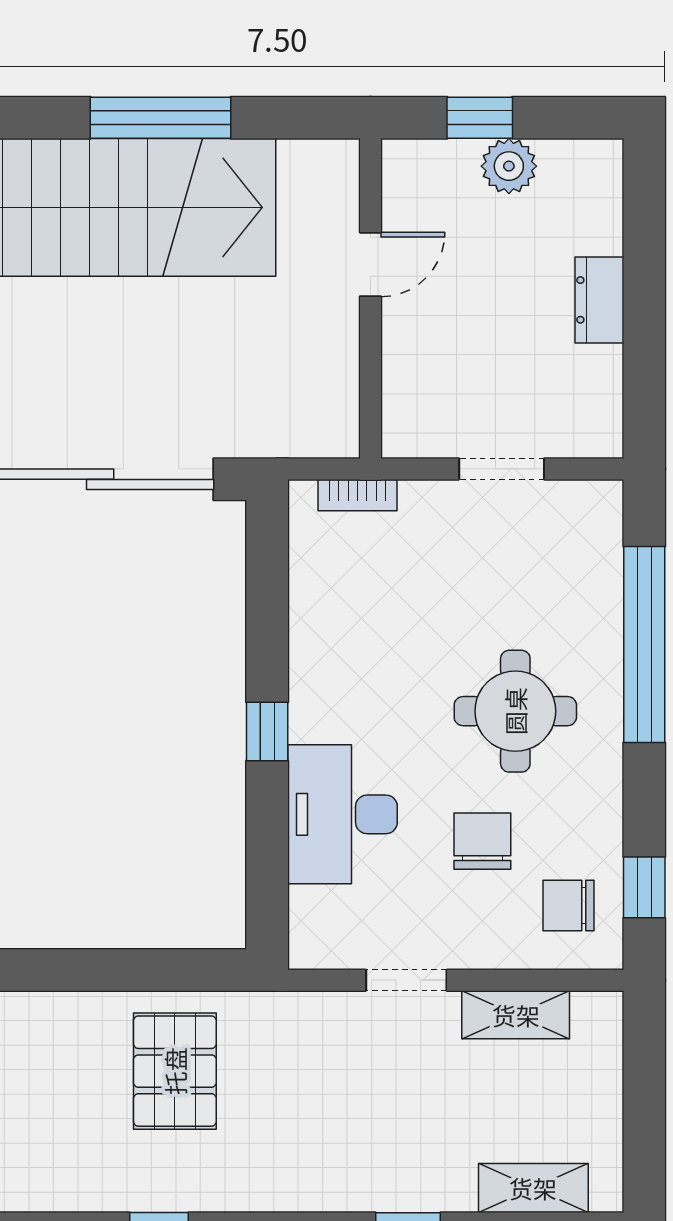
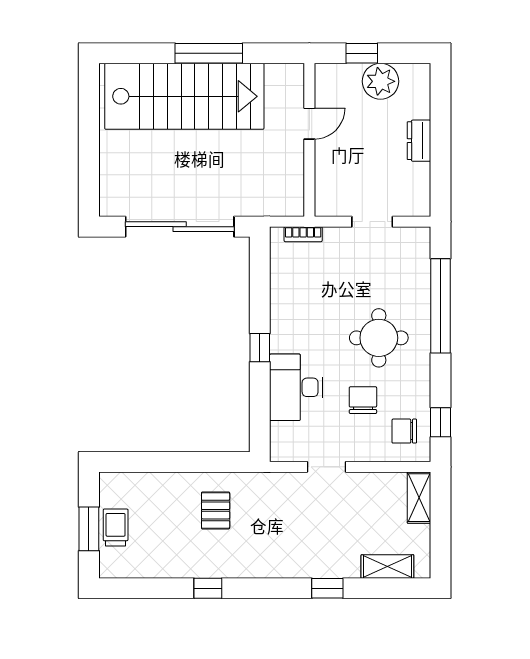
plant: (509, 166) -> (381, 81), width x1.36, depth x1.36
shelving: (516, 1015) -> (419, 498), moved, turned 90
pallet: (175, 1071) -> (216, 510), width x0.67, depth x0.71

